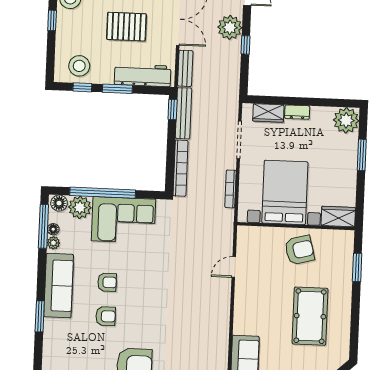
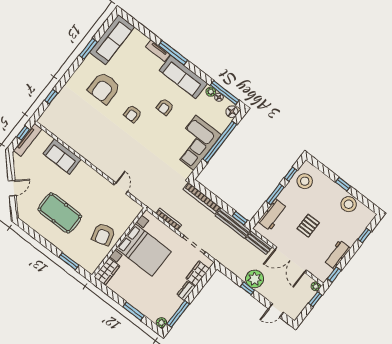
pallet: (126, 27) -> (308, 226), width x0.67, depth x0.71
plant: (230, 27) -> (255, 279), moved
workbench: (143, 75) -> (273, 215), width x0.73
window: (329, 103) -> (178, 314), added
plant: (346, 120) -> (161, 323), width x0.53, depth x0.53
plant: (80, 207) -> (221, 122), removed
window: (40, 316) -> (173, 53), width x1.44
armchair: (106, 316) -> (133, 114), moved
tv unit: (49, 335) -> (158, 51), added

